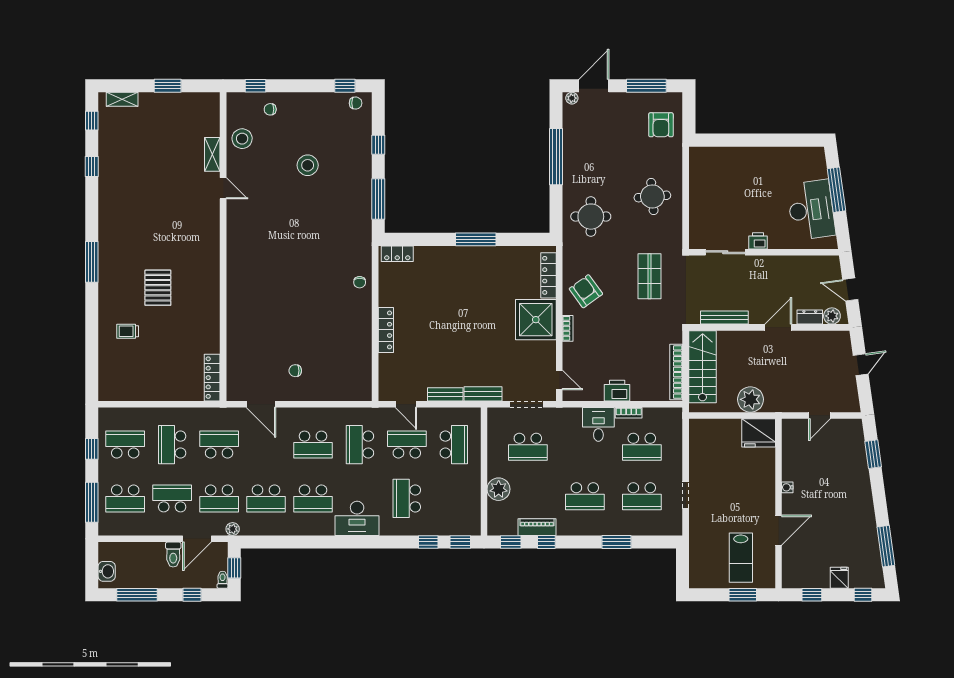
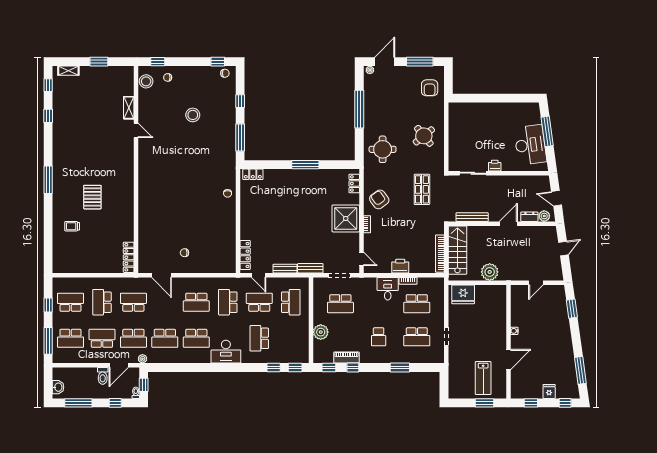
stool: (242, 139) -> (146, 81), moved
round table: (652, 196) -> (424, 136), turned -34
locker: (548, 275) -> (354, 183), width x0.66
locker: (386, 330) -> (245, 255), moved
fridge: (759, 433) -> (463, 294), moved
school desk: (585, 496) -> (379, 337), width x0.54

